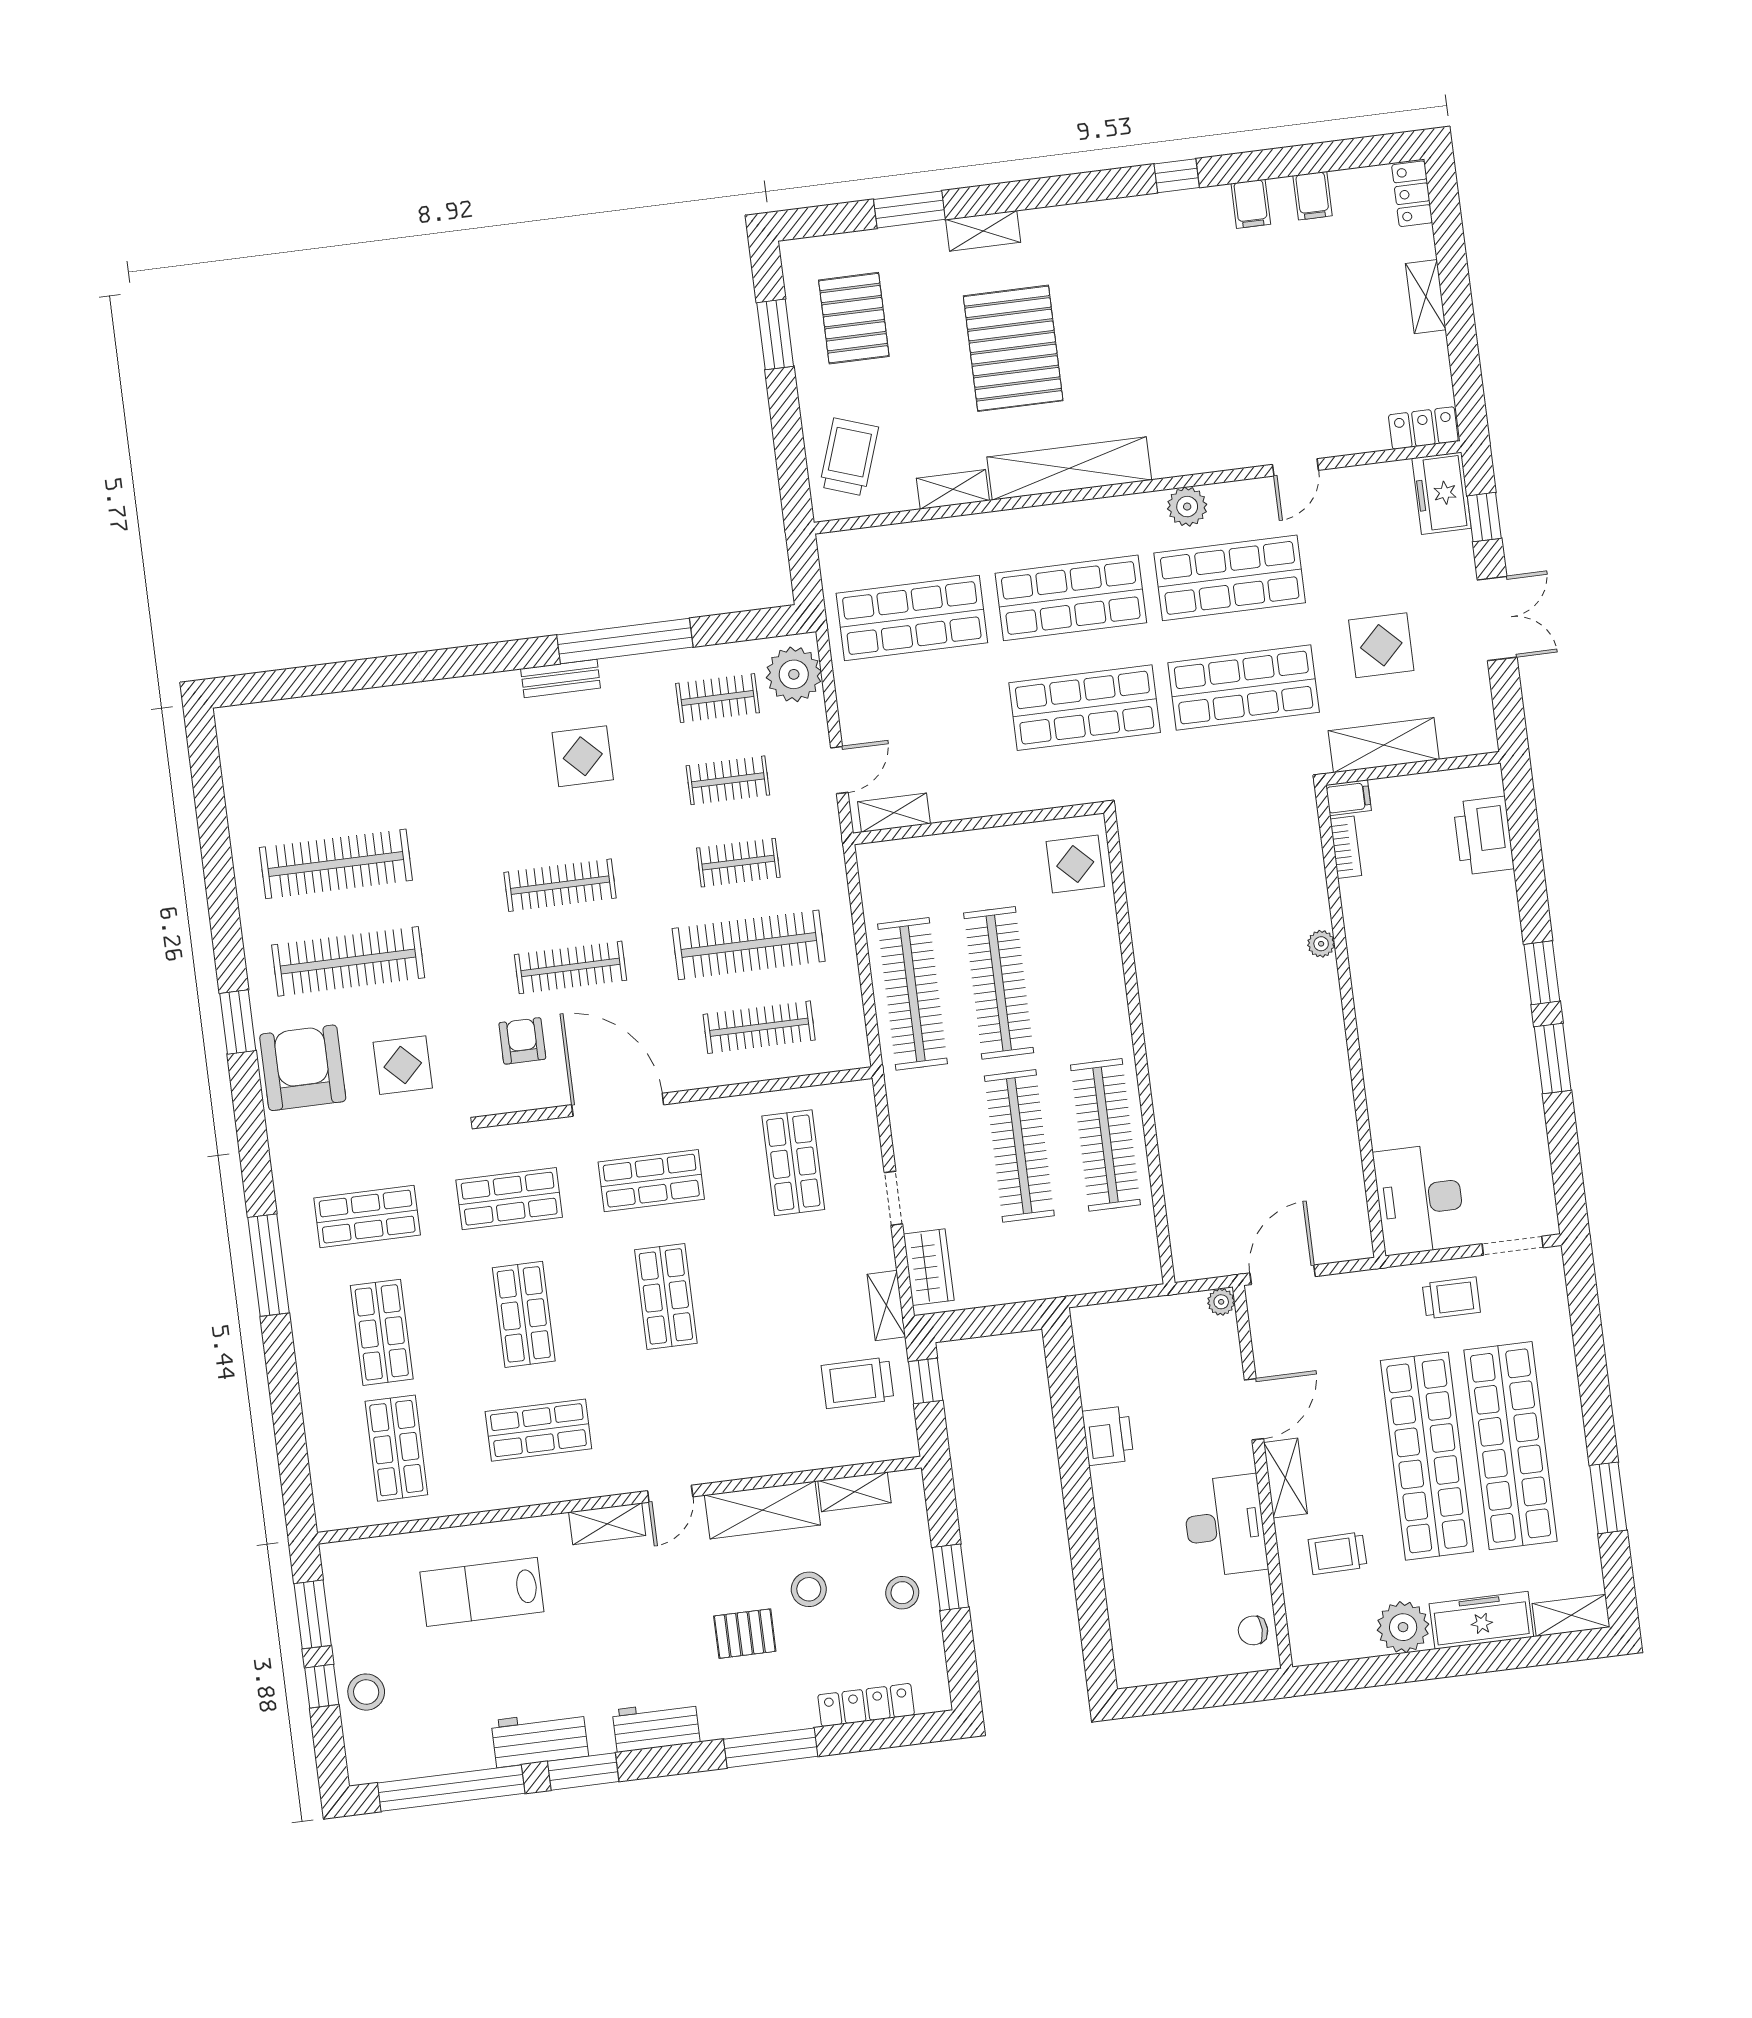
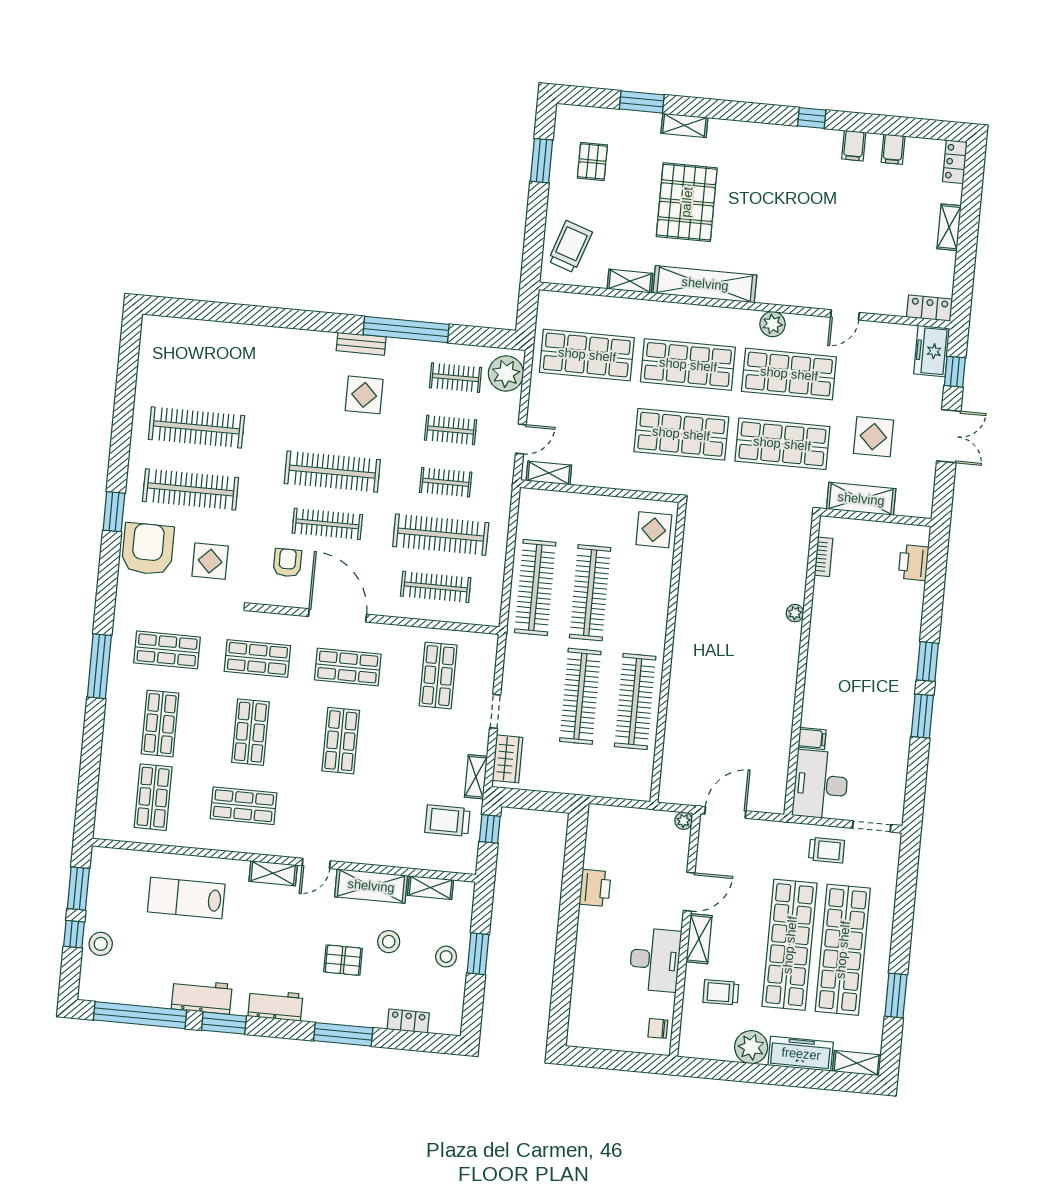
pallet: (854, 318) -> (592, 161), width x0.67, depth x0.71
filing cabinet: (1348, 798) -> (812, 739), moved
printer: (1483, 836) -> (914, 563), width x0.73, depth x0.84
clothes rail: (560, 885) -> (332, 472), width x1.37, depth x1.31
locker: (866, 1705) -> (408, 1021), width x0.66

